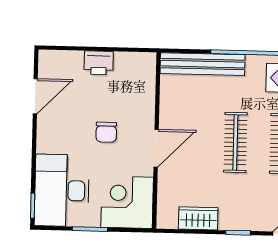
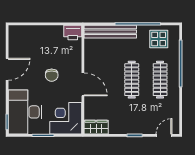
printer: (99, 63) -> (73, 32), moved
door: (35, 96) -> (7, 69), moved
door: (156, 148) -> (83, 84), hinge flipped
wardrobe: (198, 218) -> (96, 127), moved

